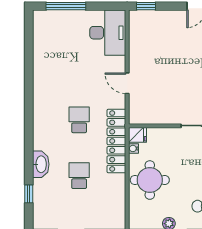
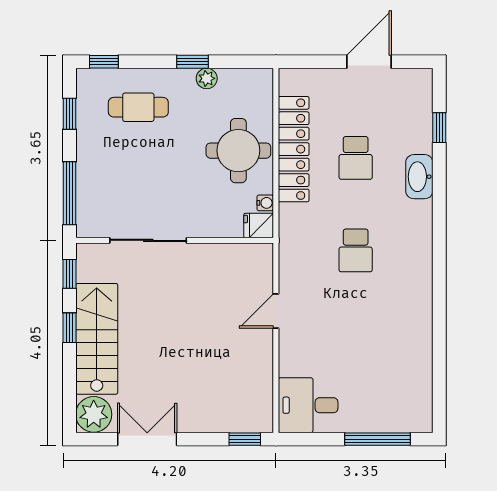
desk: (108, 33) -> (308, 405), width x0.73
door: (127, 83) -> (276, 311), swing flipped
locker: (116, 141) -> (294, 149), moved

